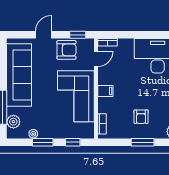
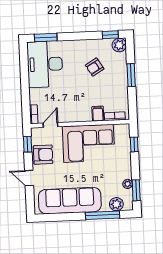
armchair: (67, 50) -> (43, 155), turned 90
door: (96, 59) -> (50, 125), hinge flipped
filing cabinet: (105, 91) -> (98, 114), moved
armchair: (141, 117) -> (95, 67), moved, turned 149
window: (43, 142) -> (136, 190), moved

